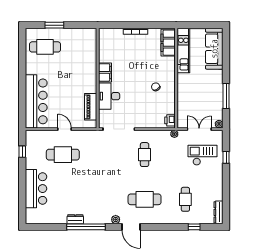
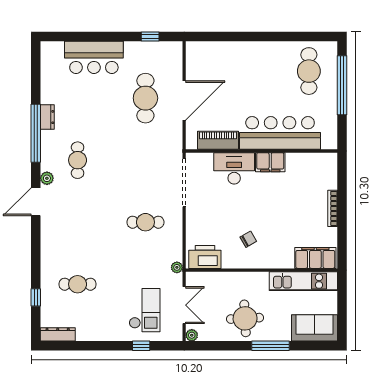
window: (54, 25) -> (342, 85), width x2.11
sofa: (214, 49) -> (314, 328), width x0.73
round table: (208, 89) -> (245, 318), added
window: (226, 96) -> (271, 346), moved
bar counter: (36, 101) -> (280, 133), moved, turned 180
printer: (170, 120) -> (205, 257), width x1.87, depth x1.48
door: (64, 129) -> (184, 101), width x1.87
cafe table: (145, 199) -> (78, 160), moved, width x0.73, depth x0.74

